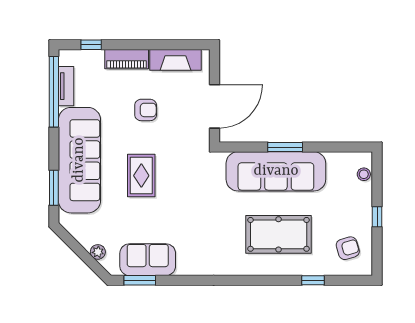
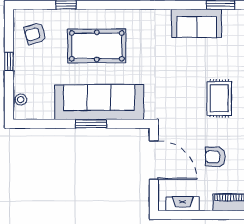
fireplace: (175, 60) -> (183, 204), width x0.73, depth x0.76
door: (215, 106) -> (154, 160), swing flipped
sofa: (148, 260) -> (197, 23), moved

